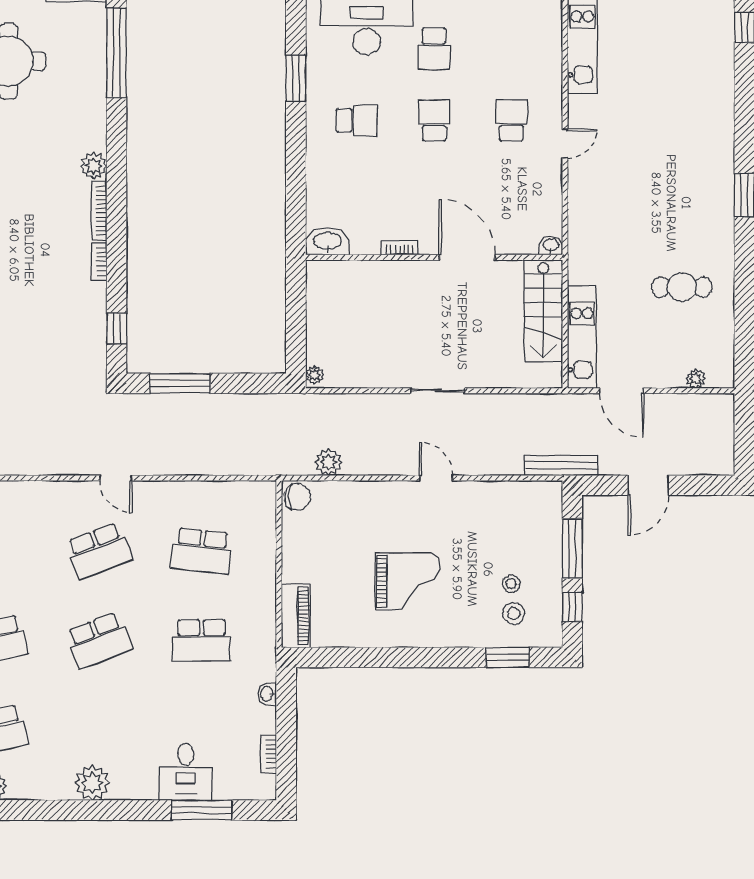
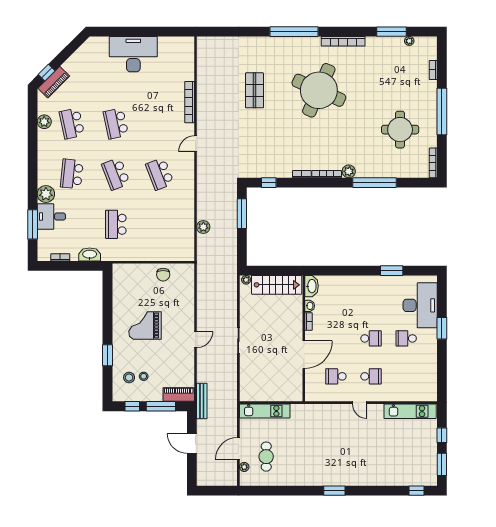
window: (116, 53) -> (375, 183), moved
school desk: (357, 120) -> (336, 376), moved, turned 90
washbasin: (551, 245) -> (310, 306), moved
cafe table: (682, 287) -> (266, 457), moved
stairs: (543, 311) -> (277, 285), moved, turned 180
door: (622, 391) -> (238, 448), moved
plant: (329, 462) -> (203, 227), moved
door: (116, 478) -> (196, 144), moved
chair: (297, 497) -> (163, 275), moved
school desk: (201, 551) -> (72, 174), moved
grand piano: (408, 581) -> (145, 325), turned 90
piano: (296, 616) -> (179, 395), moved, turned 180
window: (508, 657) -> (108, 355), moved
washbasin: (267, 694) -> (90, 255), width x1.91, depth x1.45
plant: (92, 783) -> (46, 194), moved

